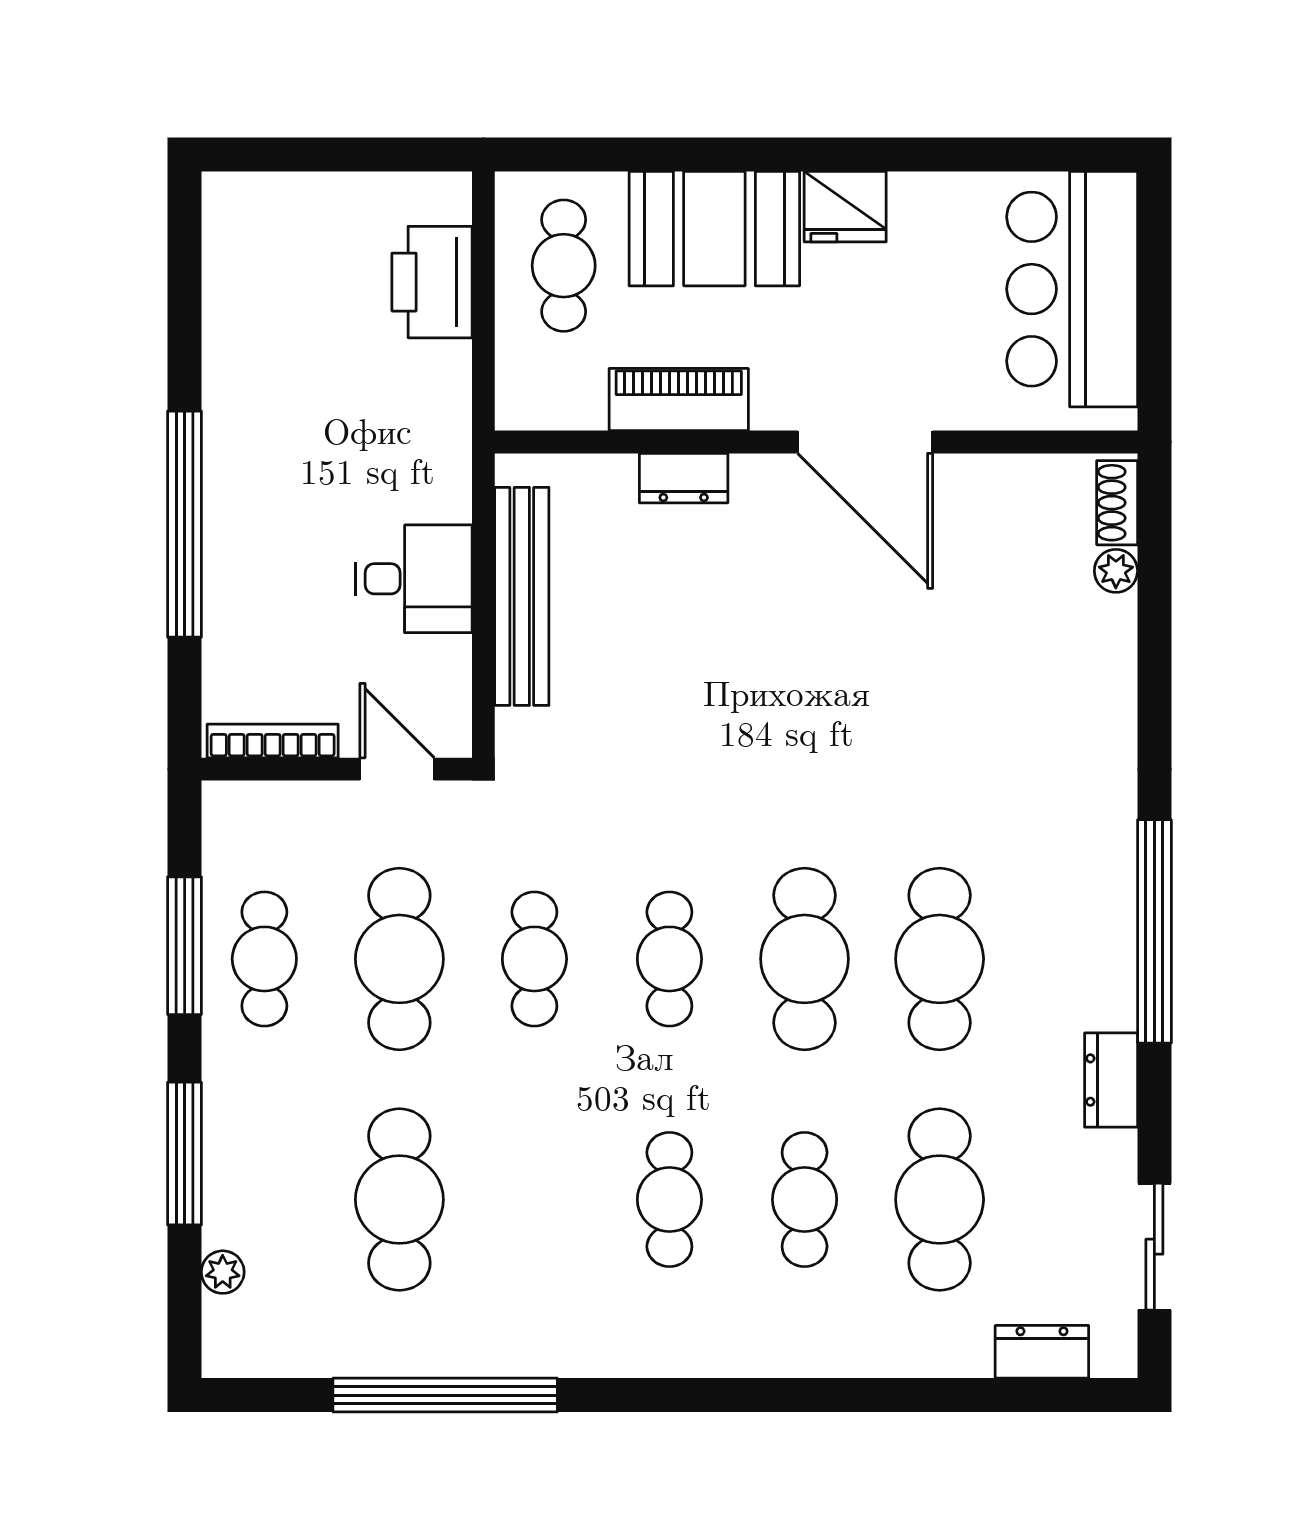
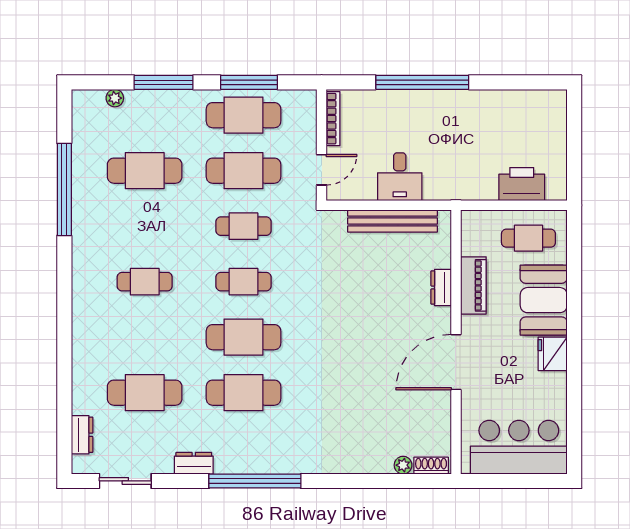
cafe table: (264, 959) -> (244, 115), width x1.37, depth x1.35
cafe table: (805, 1200) -> (145, 337), removed

